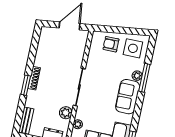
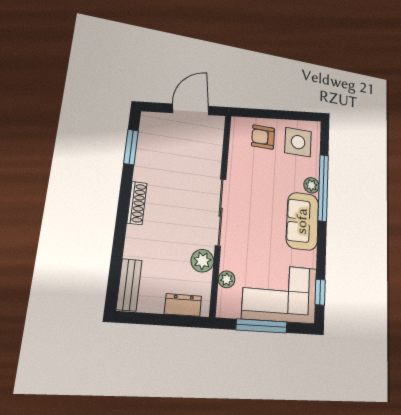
window: (144, 78) -> (323, 188), width x1.46
window: (26, 85) -> (131, 147), moved

